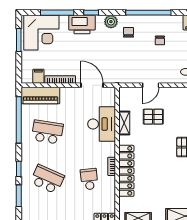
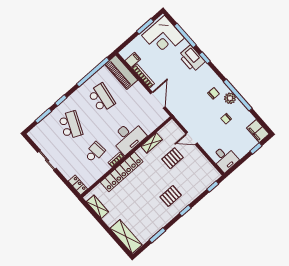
plant: (111, 22) -> (230, 98), moved
pallet: (153, 117) -> (173, 158), turned 90
desk: (102, 124) -> (128, 137), moved

